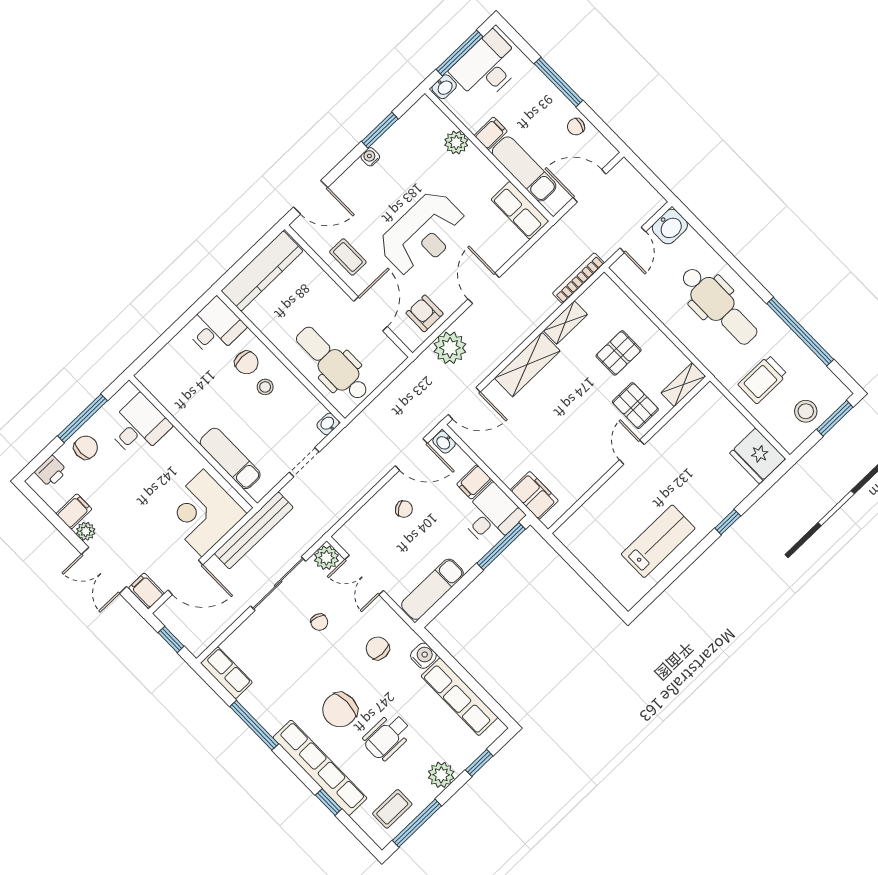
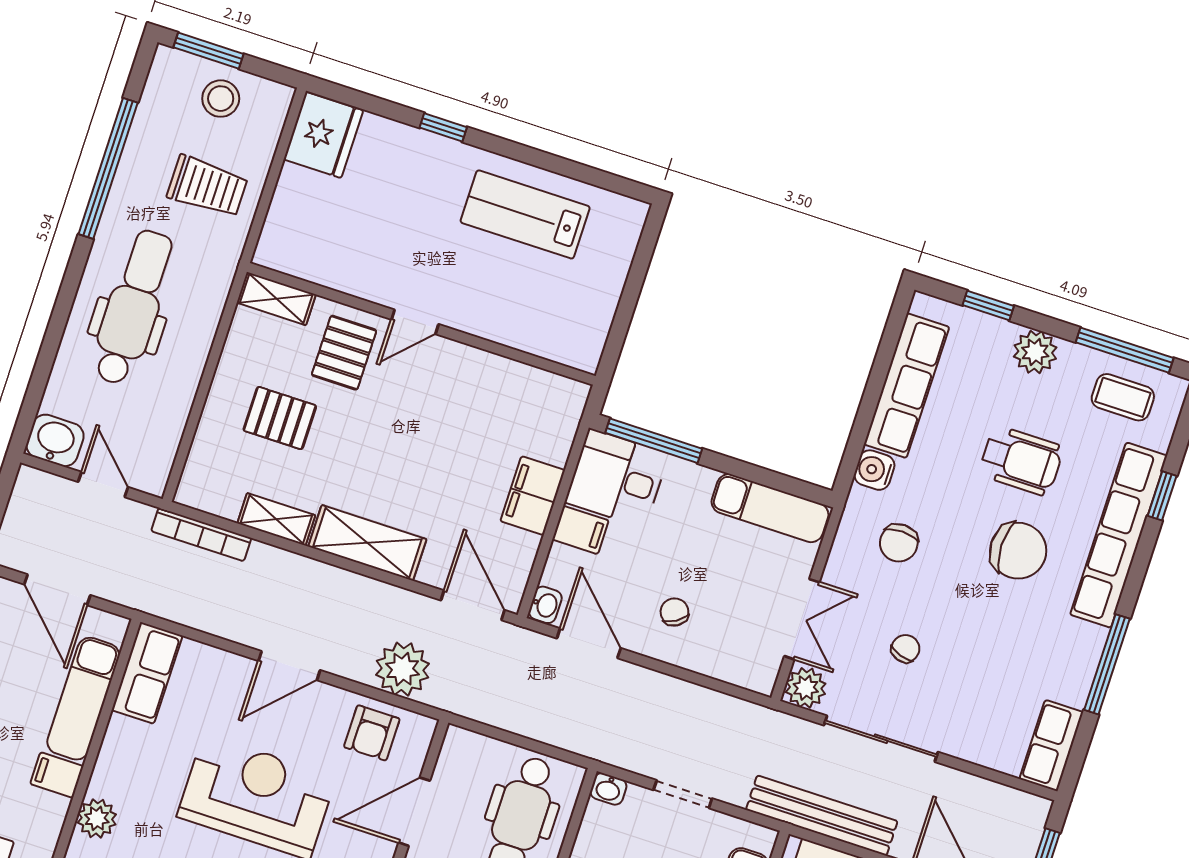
door: (633, 240) -> (103, 484), hinge flipped
filing cabinet: (534, 495) -> (533, 496), moved

